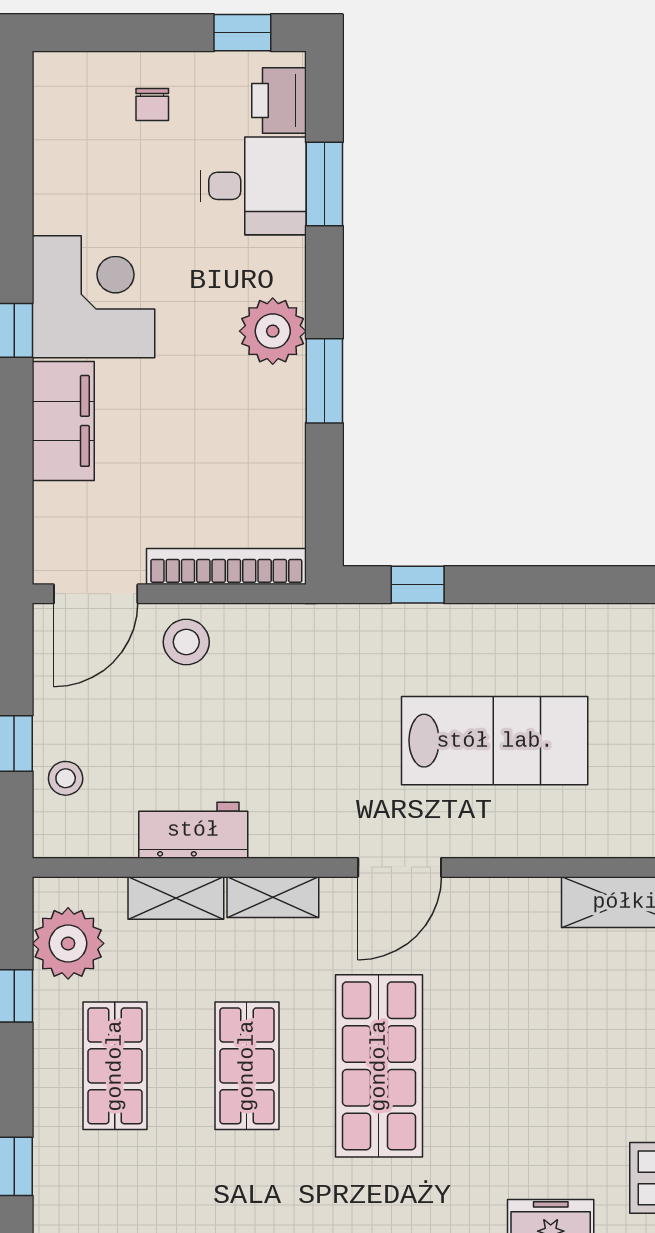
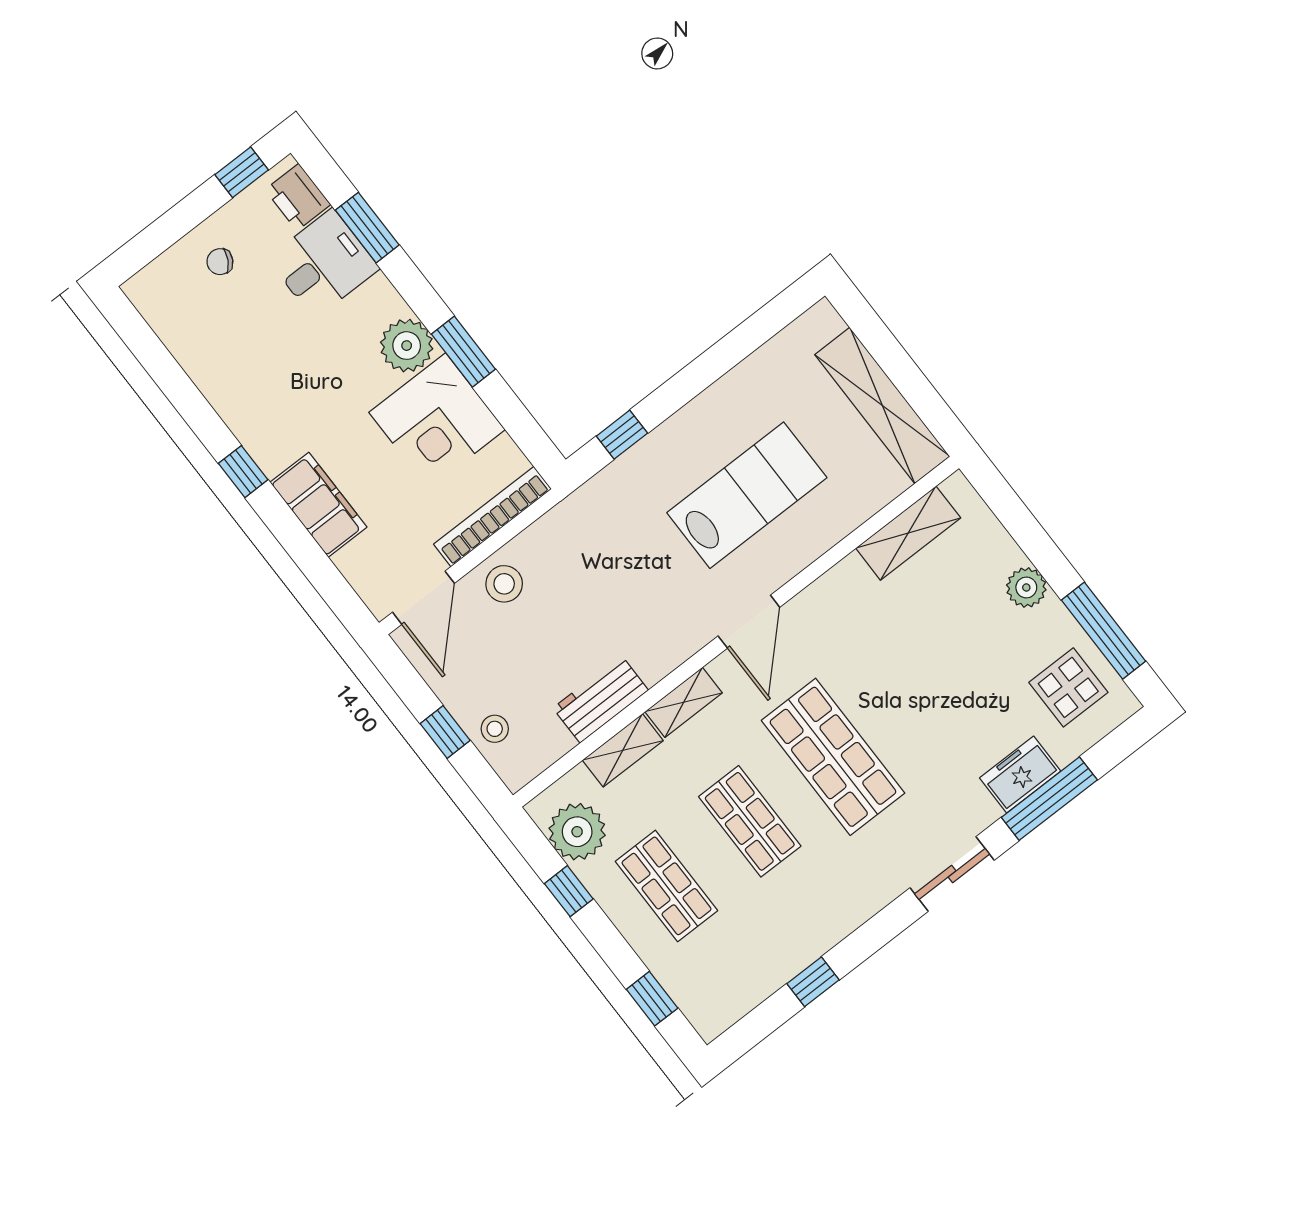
chair: (152, 105) -> (220, 262), turned 119
corner desk: (93, 297) -> (437, 421), moved, turned 180

